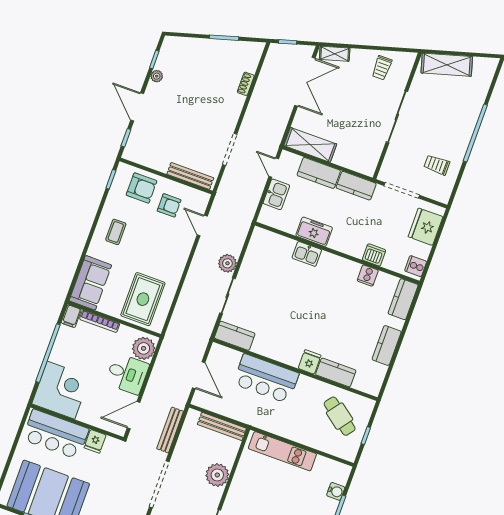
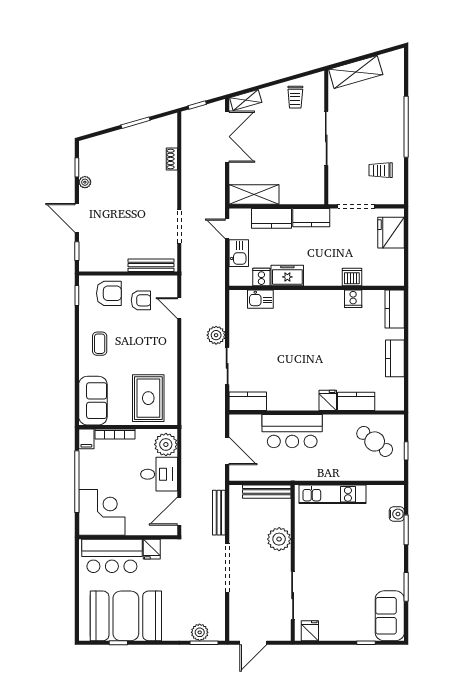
kitchen sink: (307, 254) -> (260, 299), moved
cooker: (416, 266) -> (261, 277), moved, turned 90

